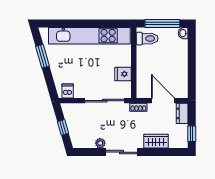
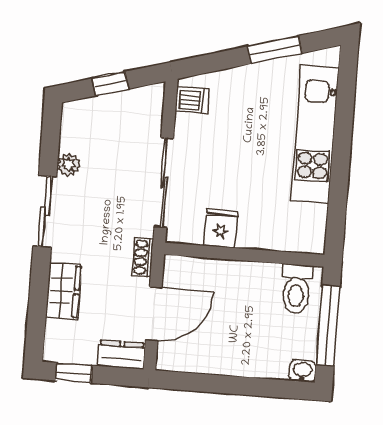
kitchen unit: (89, 36) -> (315, 134), width x0.73

